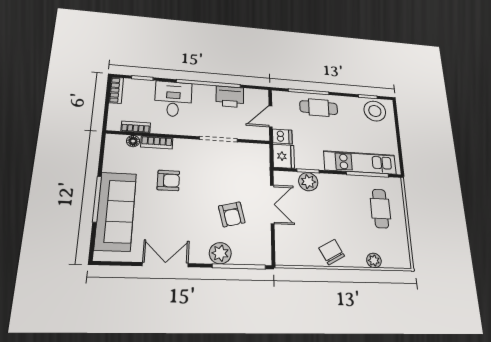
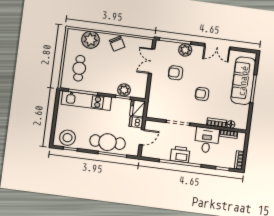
printer: (230, 97) -> (180, 154), moved
desk: (173, 99) -> (207, 140), moved, turned 180
cafe table: (319, 108) -> (108, 142), width x1.37, depth x1.35
armchair: (168, 180) -> (202, 94), moved
double door: (272, 204) -> (152, 61), moved
armchair: (232, 214) -> (176, 73), turned -76
plant: (374, 260) -> (91, 40), width x1.88, depth x1.88

